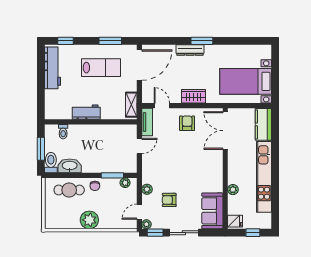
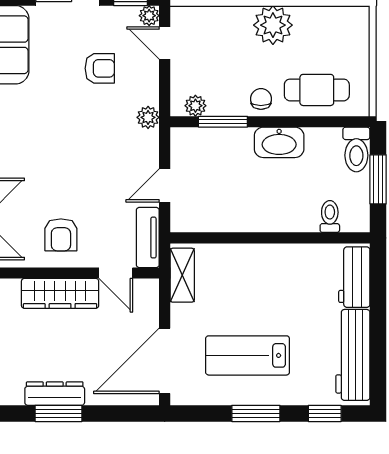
window: (110, 41) -> (256, 413), moved
window: (202, 41) -> (59, 413), moved
wardrobe: (193, 96) -> (60, 293), width x1.50
workbench: (86, 112) -> (354, 277), moved, turned 90
washbasin: (70, 166) -> (279, 142), moved
plant: (147, 189) -> (148, 117), moved
door: (139, 212) -> (165, 43), swing flipped

